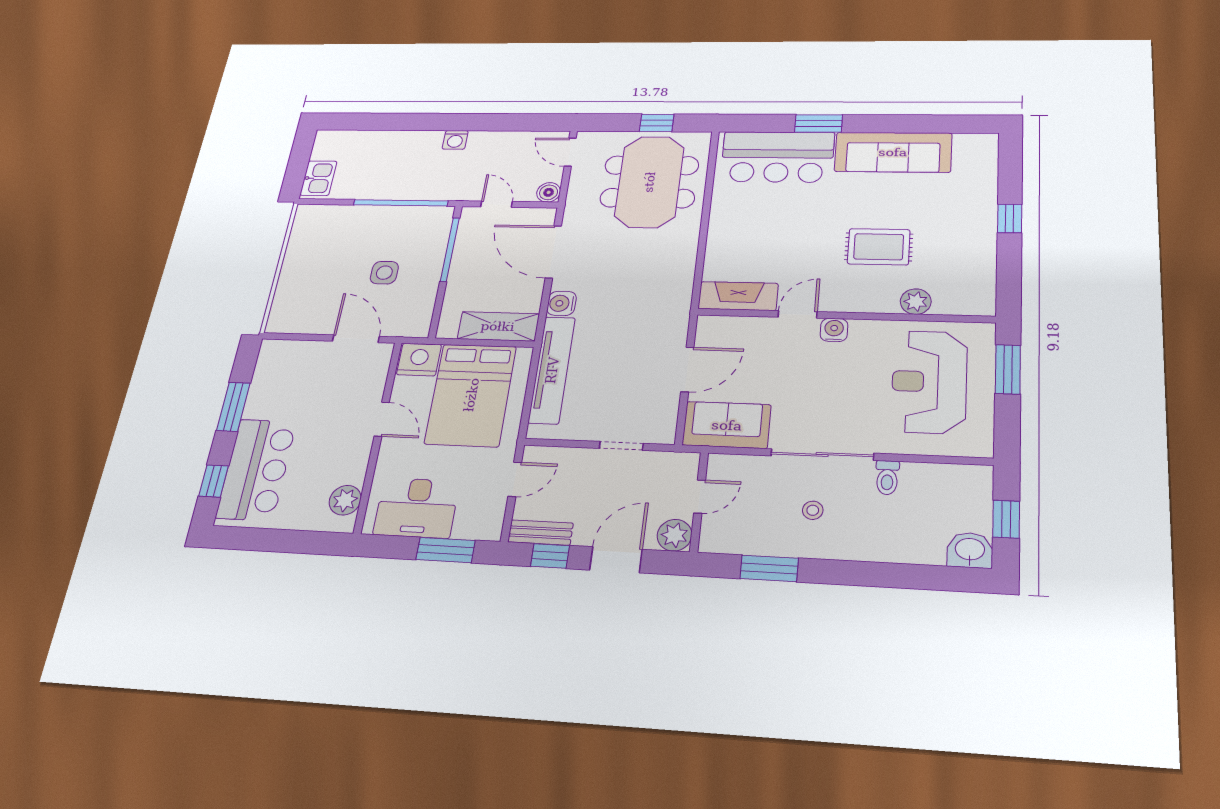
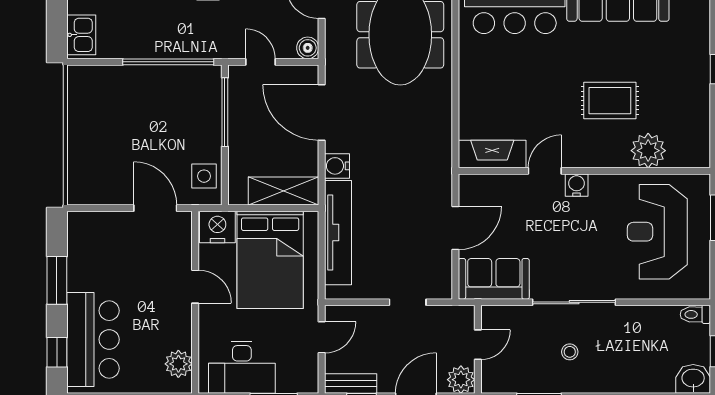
side table: (384, 273) -> (204, 176), moved
plant: (916, 302) -> (648, 151), width x1.36, depth x1.36
toilet: (887, 478) -> (695, 314), moved, turned 90

